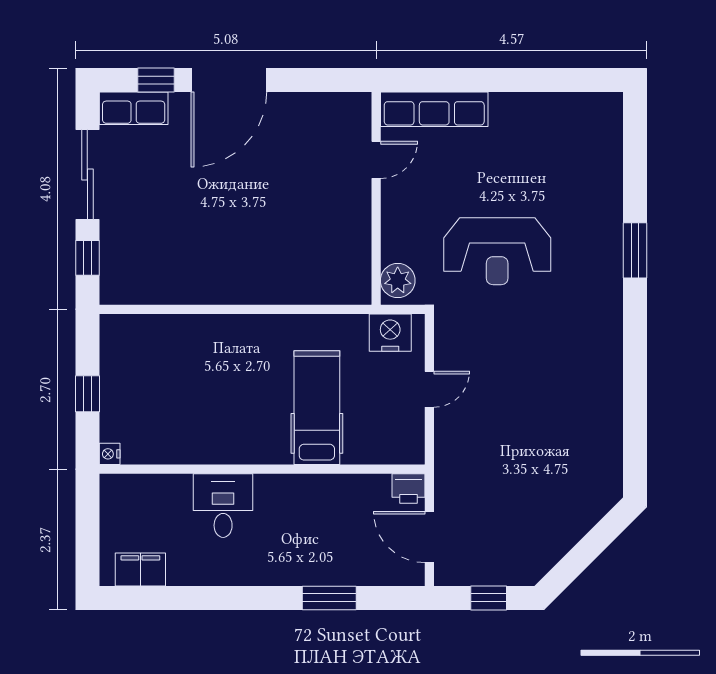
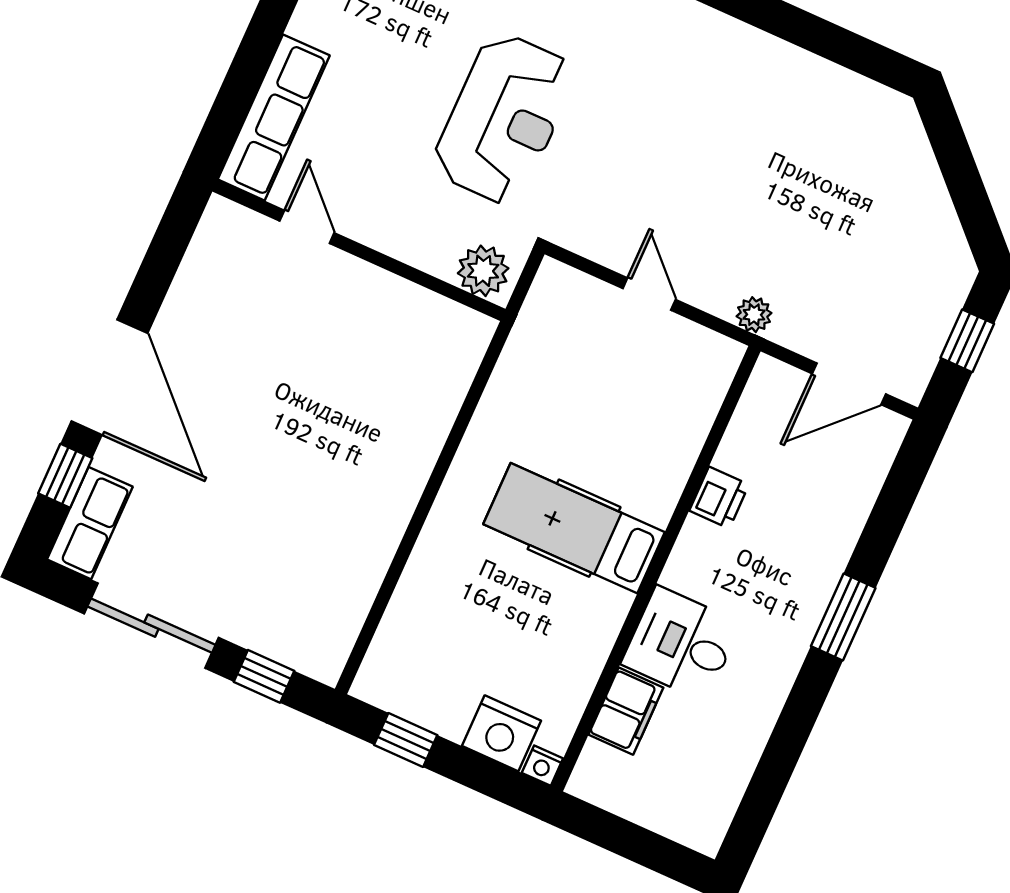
nightstand: (390, 333) -> (502, 733), moved, turned -90
window: (87, 394) -> (406, 740), moved
hospital bed: (317, 408) -> (574, 528), moved
plant: (446, 459) -> (754, 315), added
printer: (409, 489) -> (719, 498), moved
filing cabinet: (140, 569) -> (626, 711), moved, turned 180
window: (329, 598) -> (843, 617), moved

